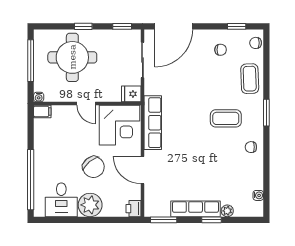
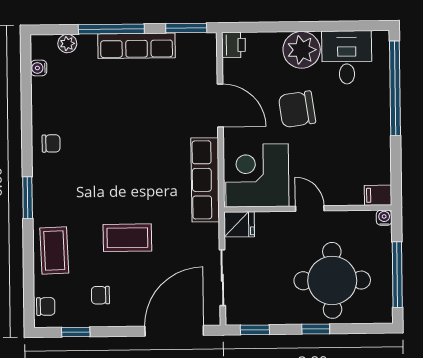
coffee table: (226, 118) -> (127, 238), moved
chair: (93, 167) -> (297, 109), turned -59
plant: (227, 211) -> (67, 44), moved
window: (212, 220) -> (111, 29), width x2.17

